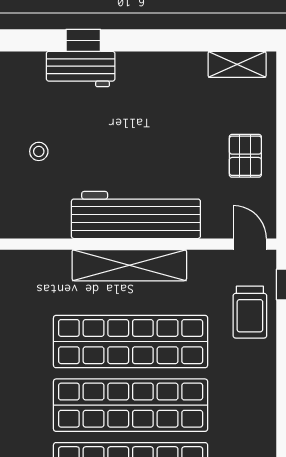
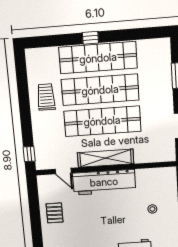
door: (250, 244) -> (63, 171), moved
trolley: (250, 312) -> (46, 97), moved

